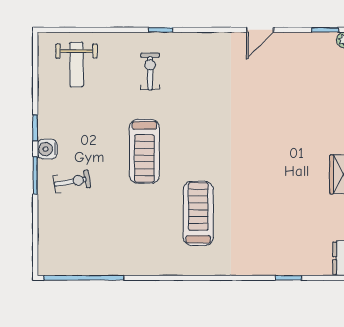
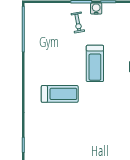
treadmill: (144, 151) -> (95, 63), turned -90

